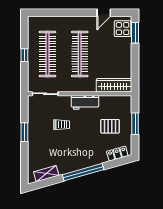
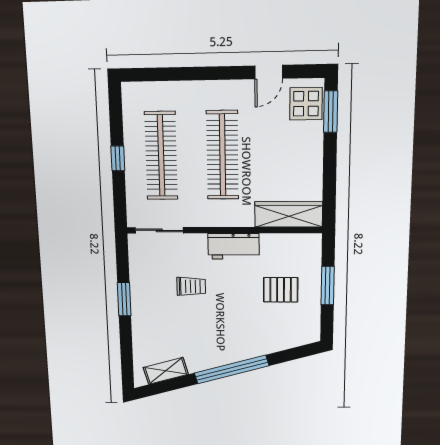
locker: (117, 154) -> (294, 338), removed

